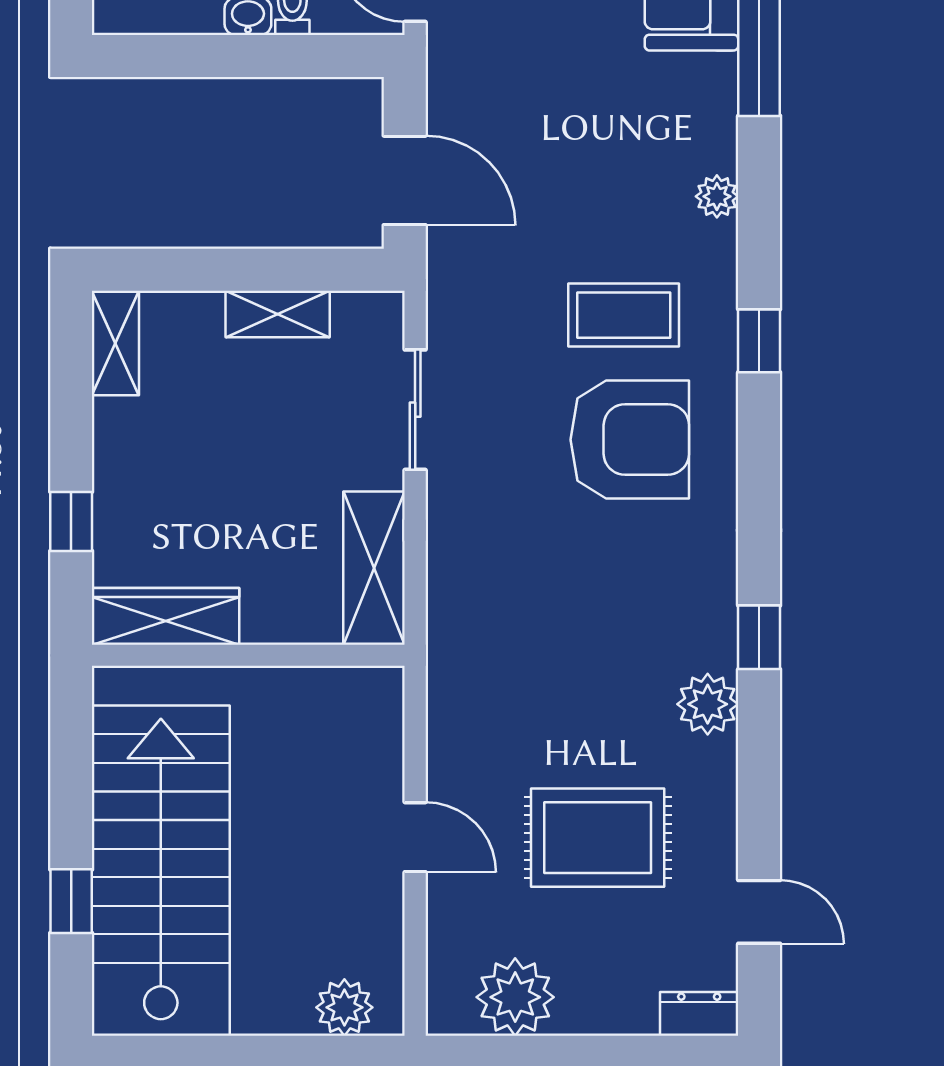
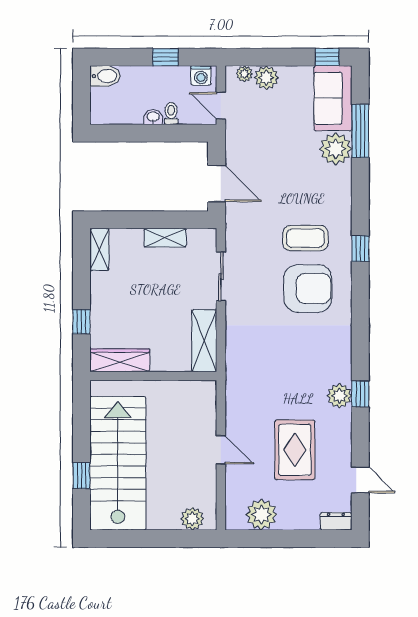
plant: (717, 196) -> (336, 149), moved, width x1.88, depth x1.88
window: (759, 637) -> (360, 394), moved
rug: (598, 838) -> (295, 450), turned 90

